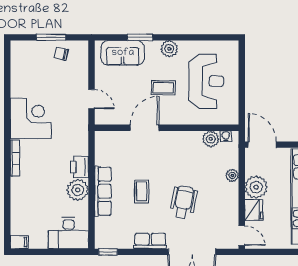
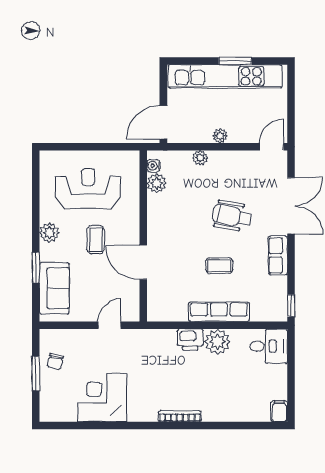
corner desk: (31, 119) -> (102, 397), moved
plant: (256, 187) -> (220, 136), width x0.53, depth x0.53
fridge: (254, 210) -> (241, 132), removed
desk: (69, 233) -> (269, 346), width x0.73

